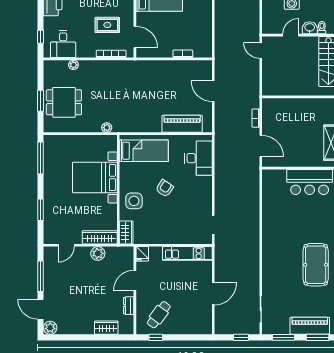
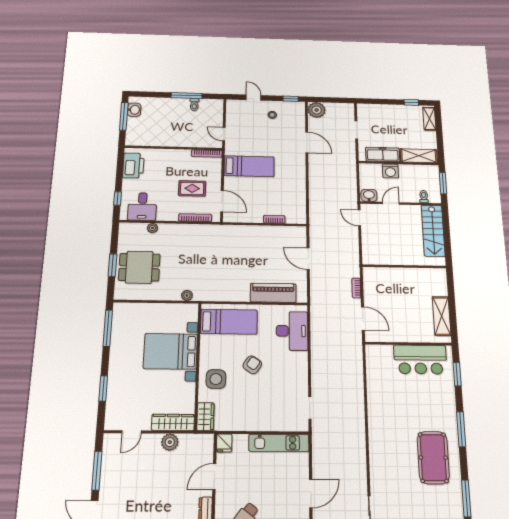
washbasin: (310, 28) -> (369, 195), moved

